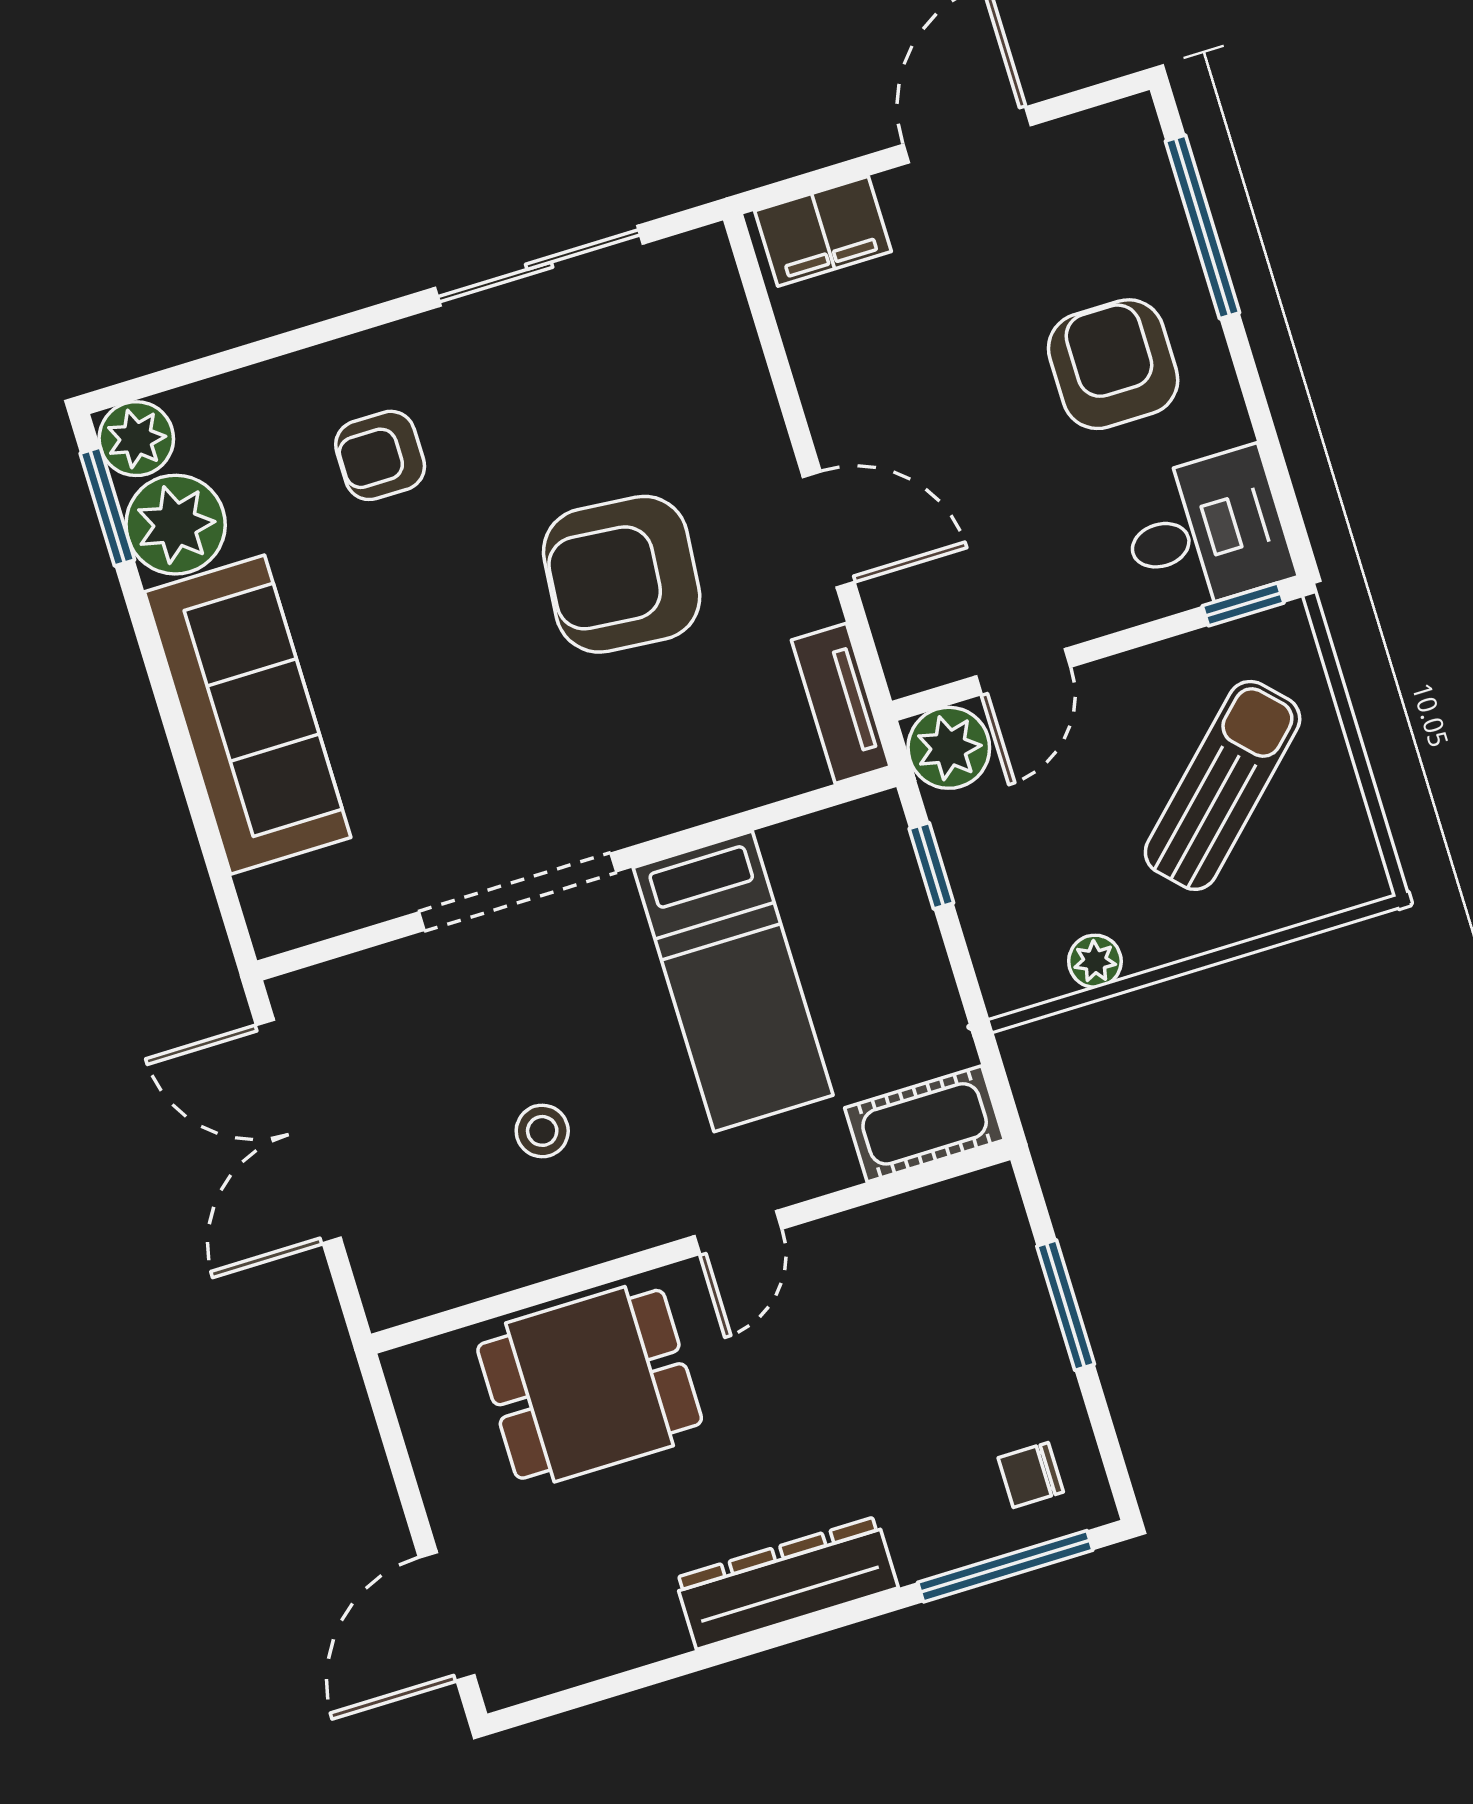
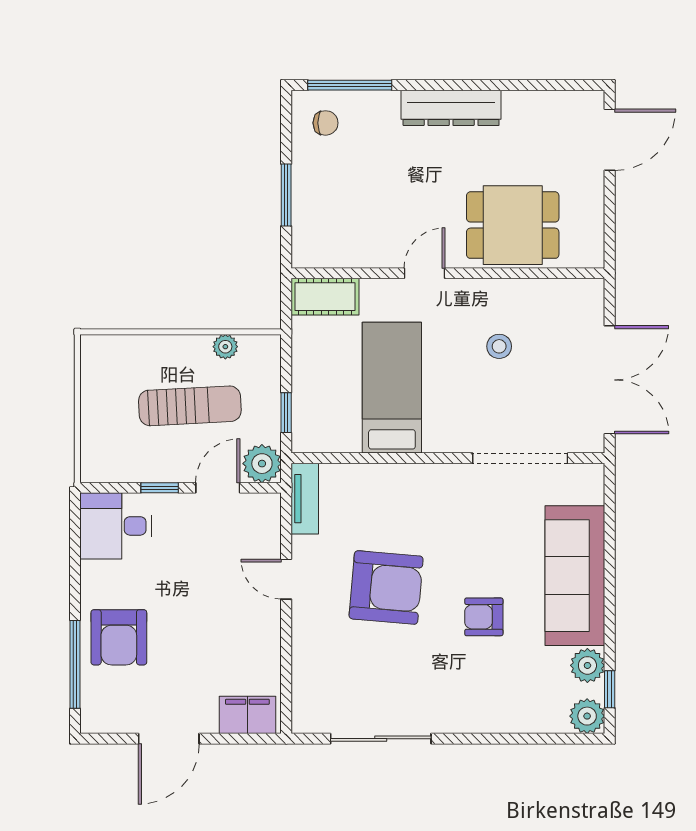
armchair: (1113, 364) -> (119, 637), moved
armchair: (380, 455) -> (484, 617), moved, turned 180
window: (107, 507) -> (610, 689), width x0.67
plant: (176, 525) -> (587, 665), width x0.73, depth x0.73
door: (829, 529) -> (286, 579), width x0.73
window: (1243, 604) -> (160, 488), moved
sun lounger: (1223, 785) -> (190, 406), moved, turned -139
doorway: (517, 892) -> (520, 458), moved

